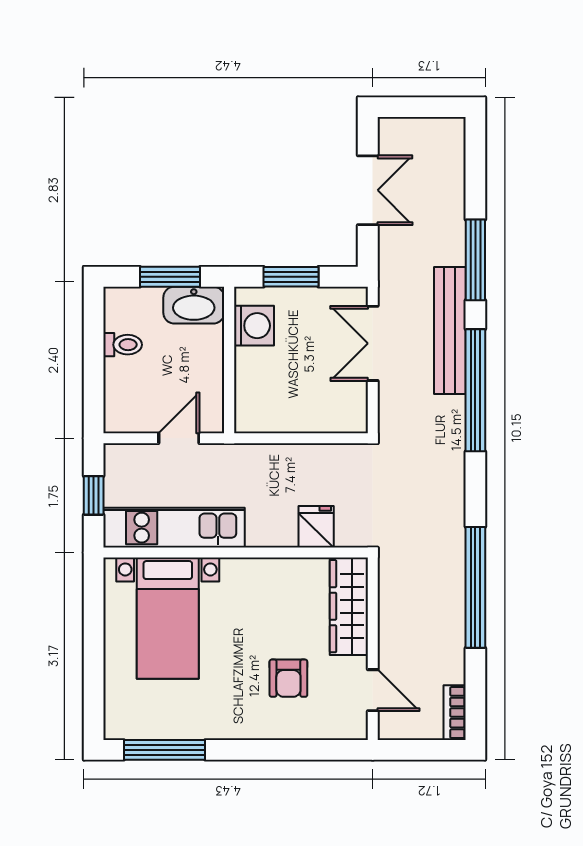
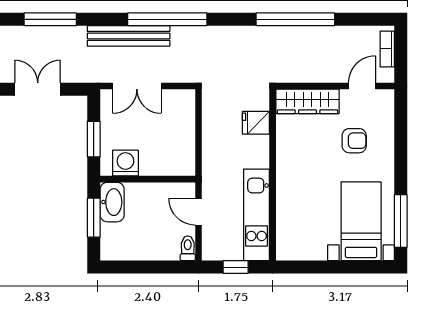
window: (475, 260) -> (50, 19), moved
toilet: (123, 345) -> (188, 248), moved
bed with nightstands: (168, 618) -> (361, 221), moved, turned -90
bookcase: (455, 713) -> (387, 49), moved, turned 90

